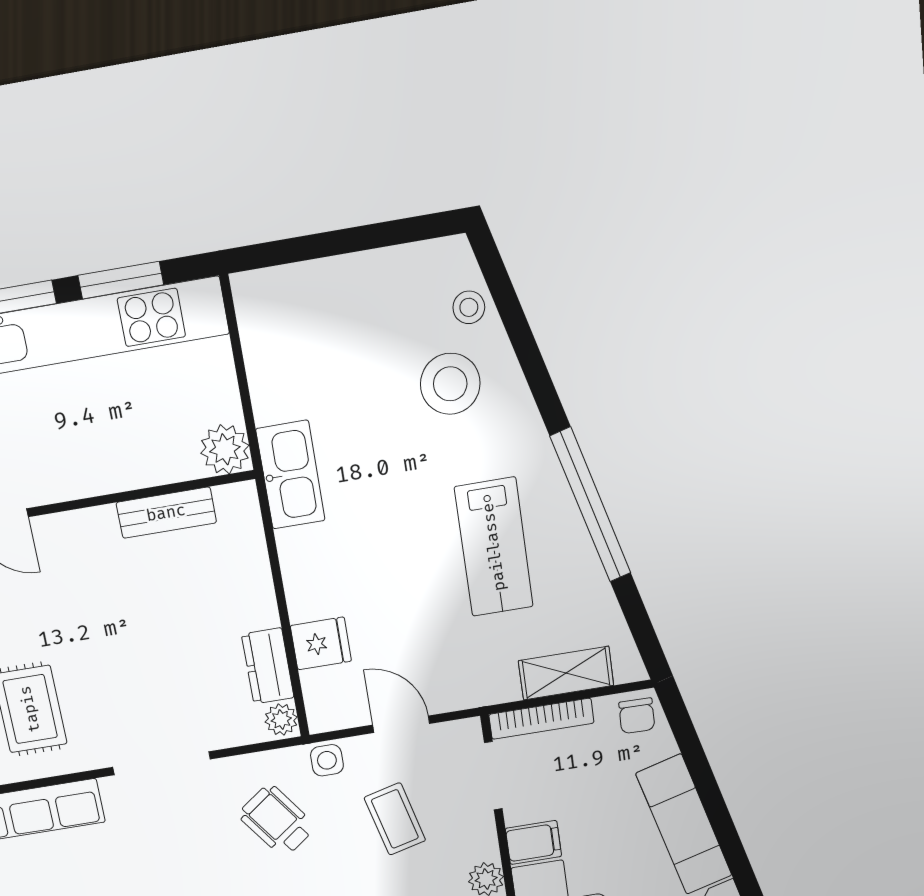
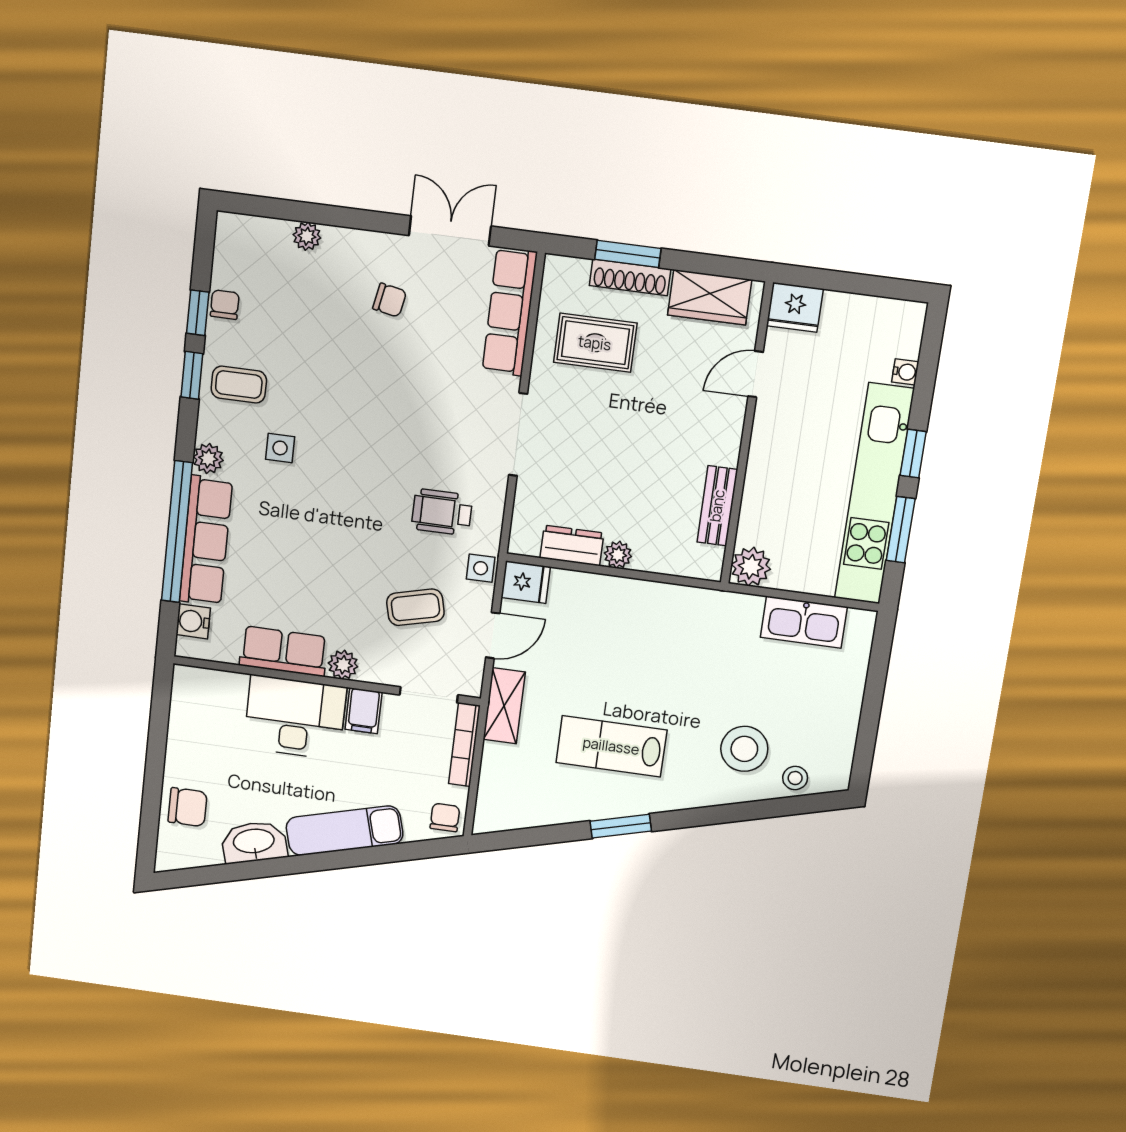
kitchen sink: (290, 475) -> (804, 622), moved
window: (591, 505) -> (621, 826), width x0.47
fridge: (321, 643) -> (526, 582), moved, turned -90
shelving: (566, 673) -> (504, 706), moved
chair: (637, 716) -> (445, 817), turned 89
plant: (281, 720) -> (618, 555), moved
wheelchair: (277, 821) -> (442, 512), turned -144

